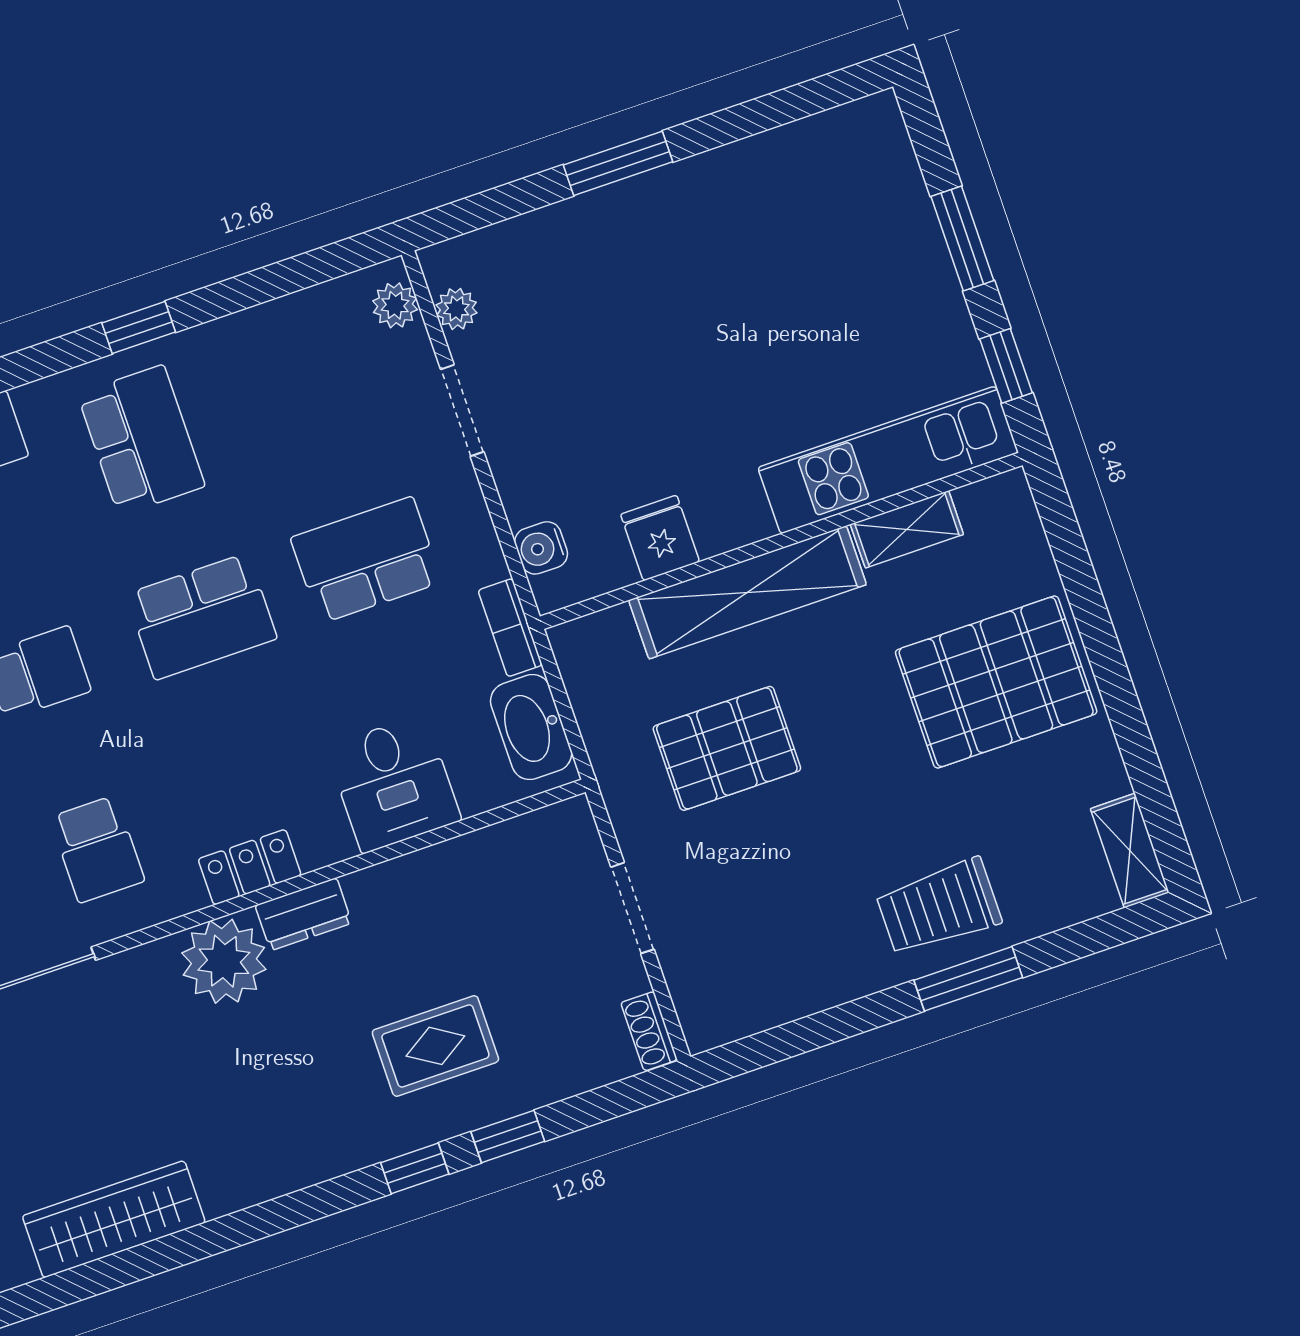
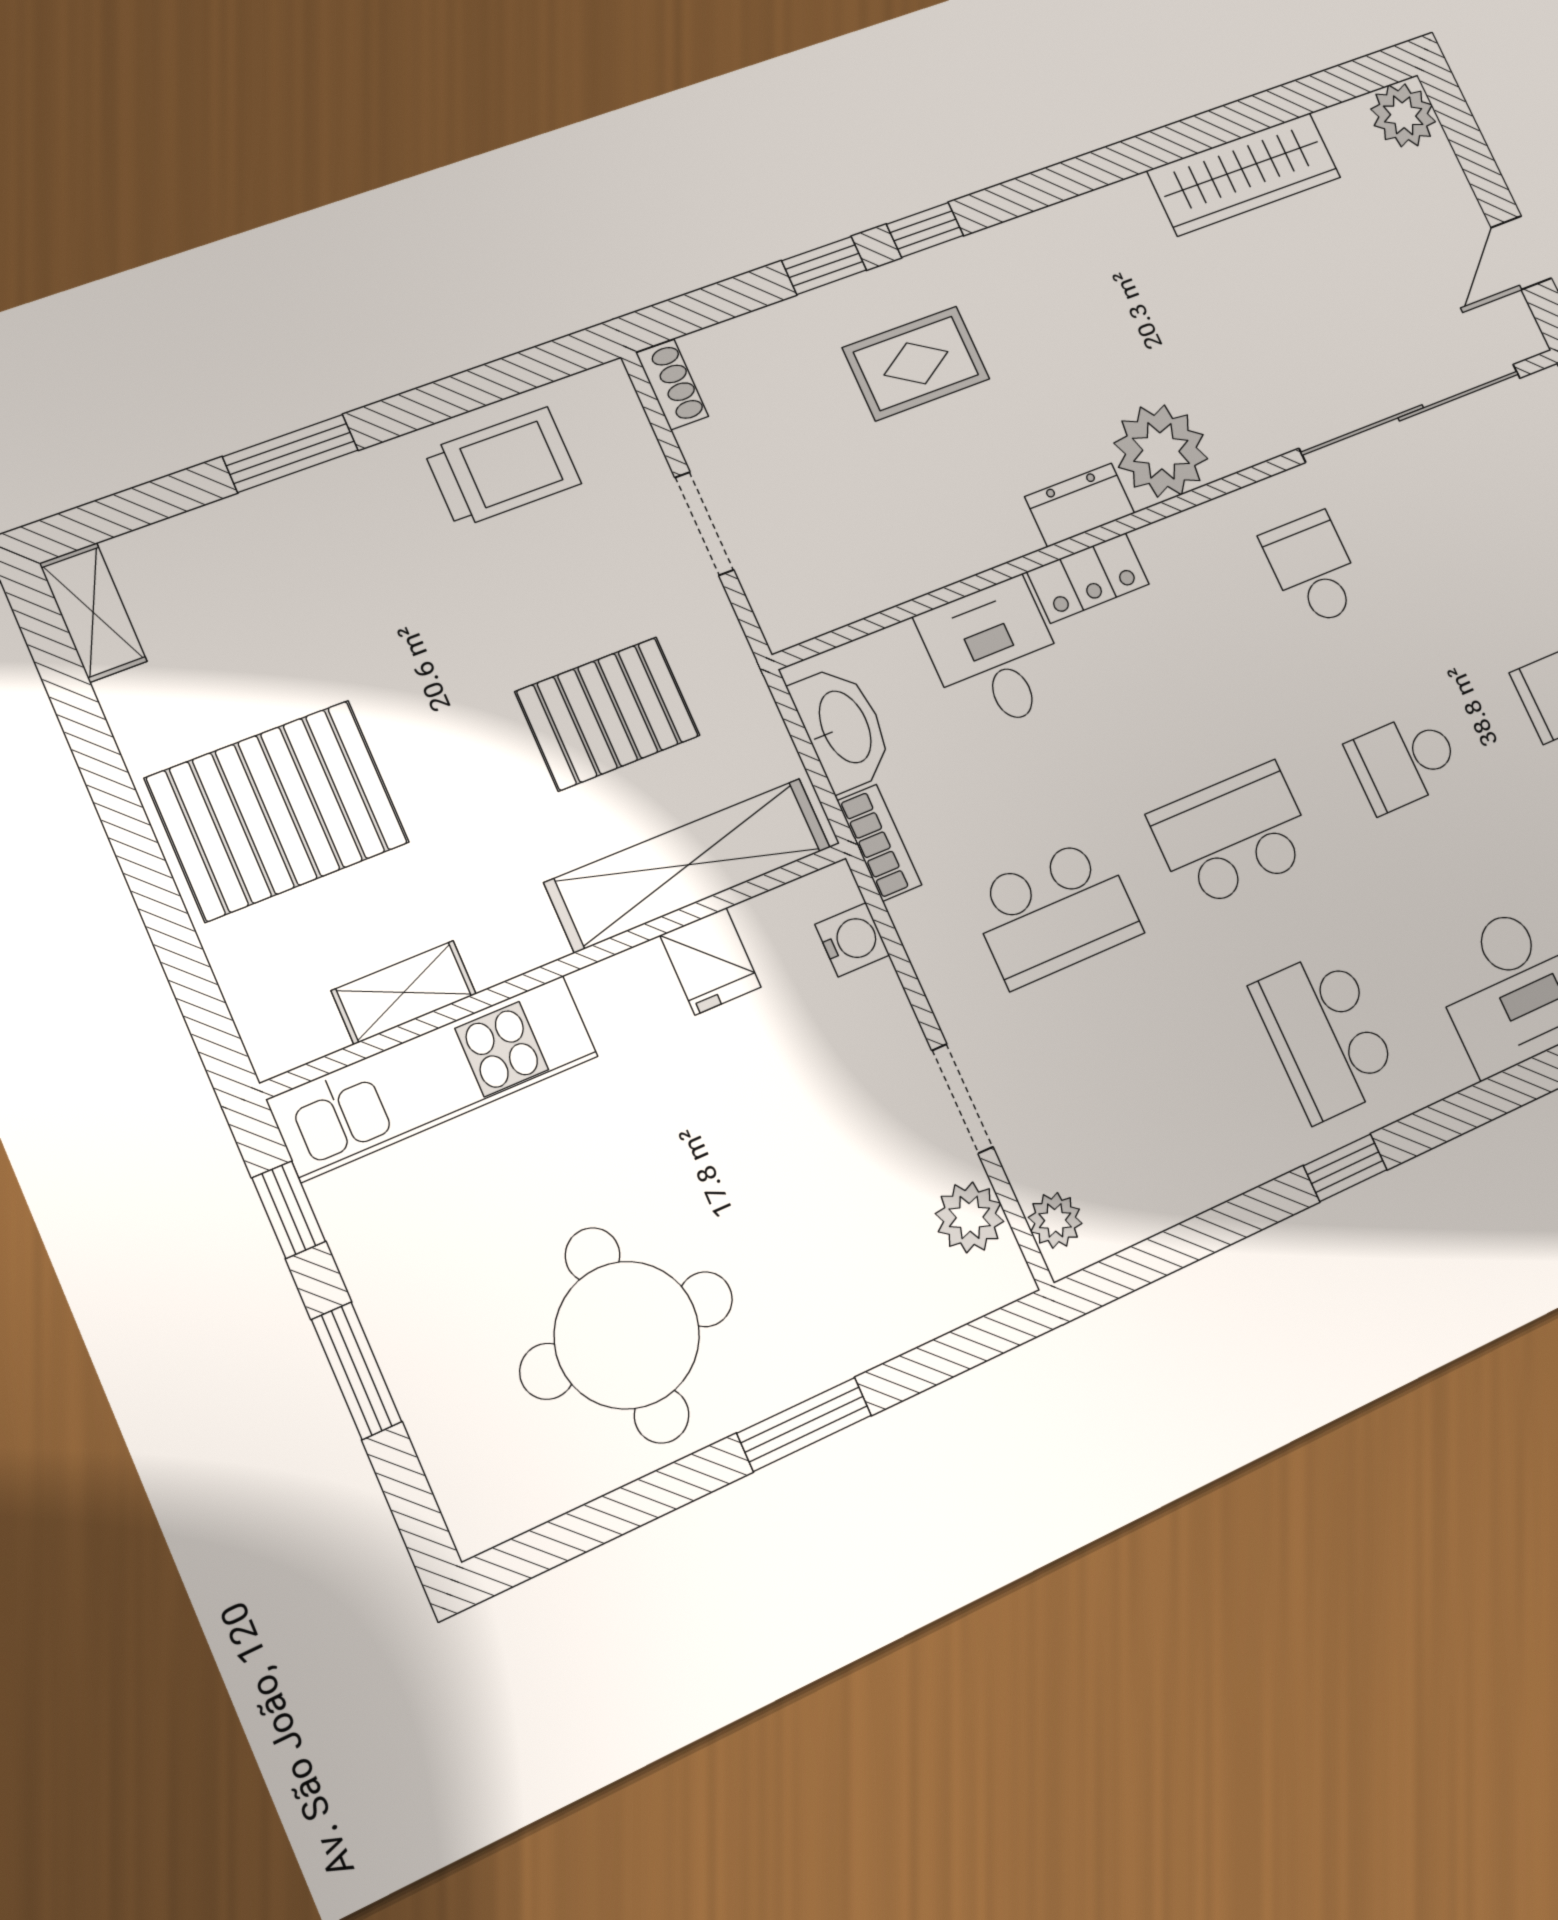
round table: (752, 246) -> (627, 1335), added
plant: (456, 309) -> (970, 1217), width x1.38, depth x1.38
shelving: (748, 592) -> (688, 865), moved
locker: (250, 867) -> (1088, 578), moved
trolley: (939, 907) -> (503, 467), moved

